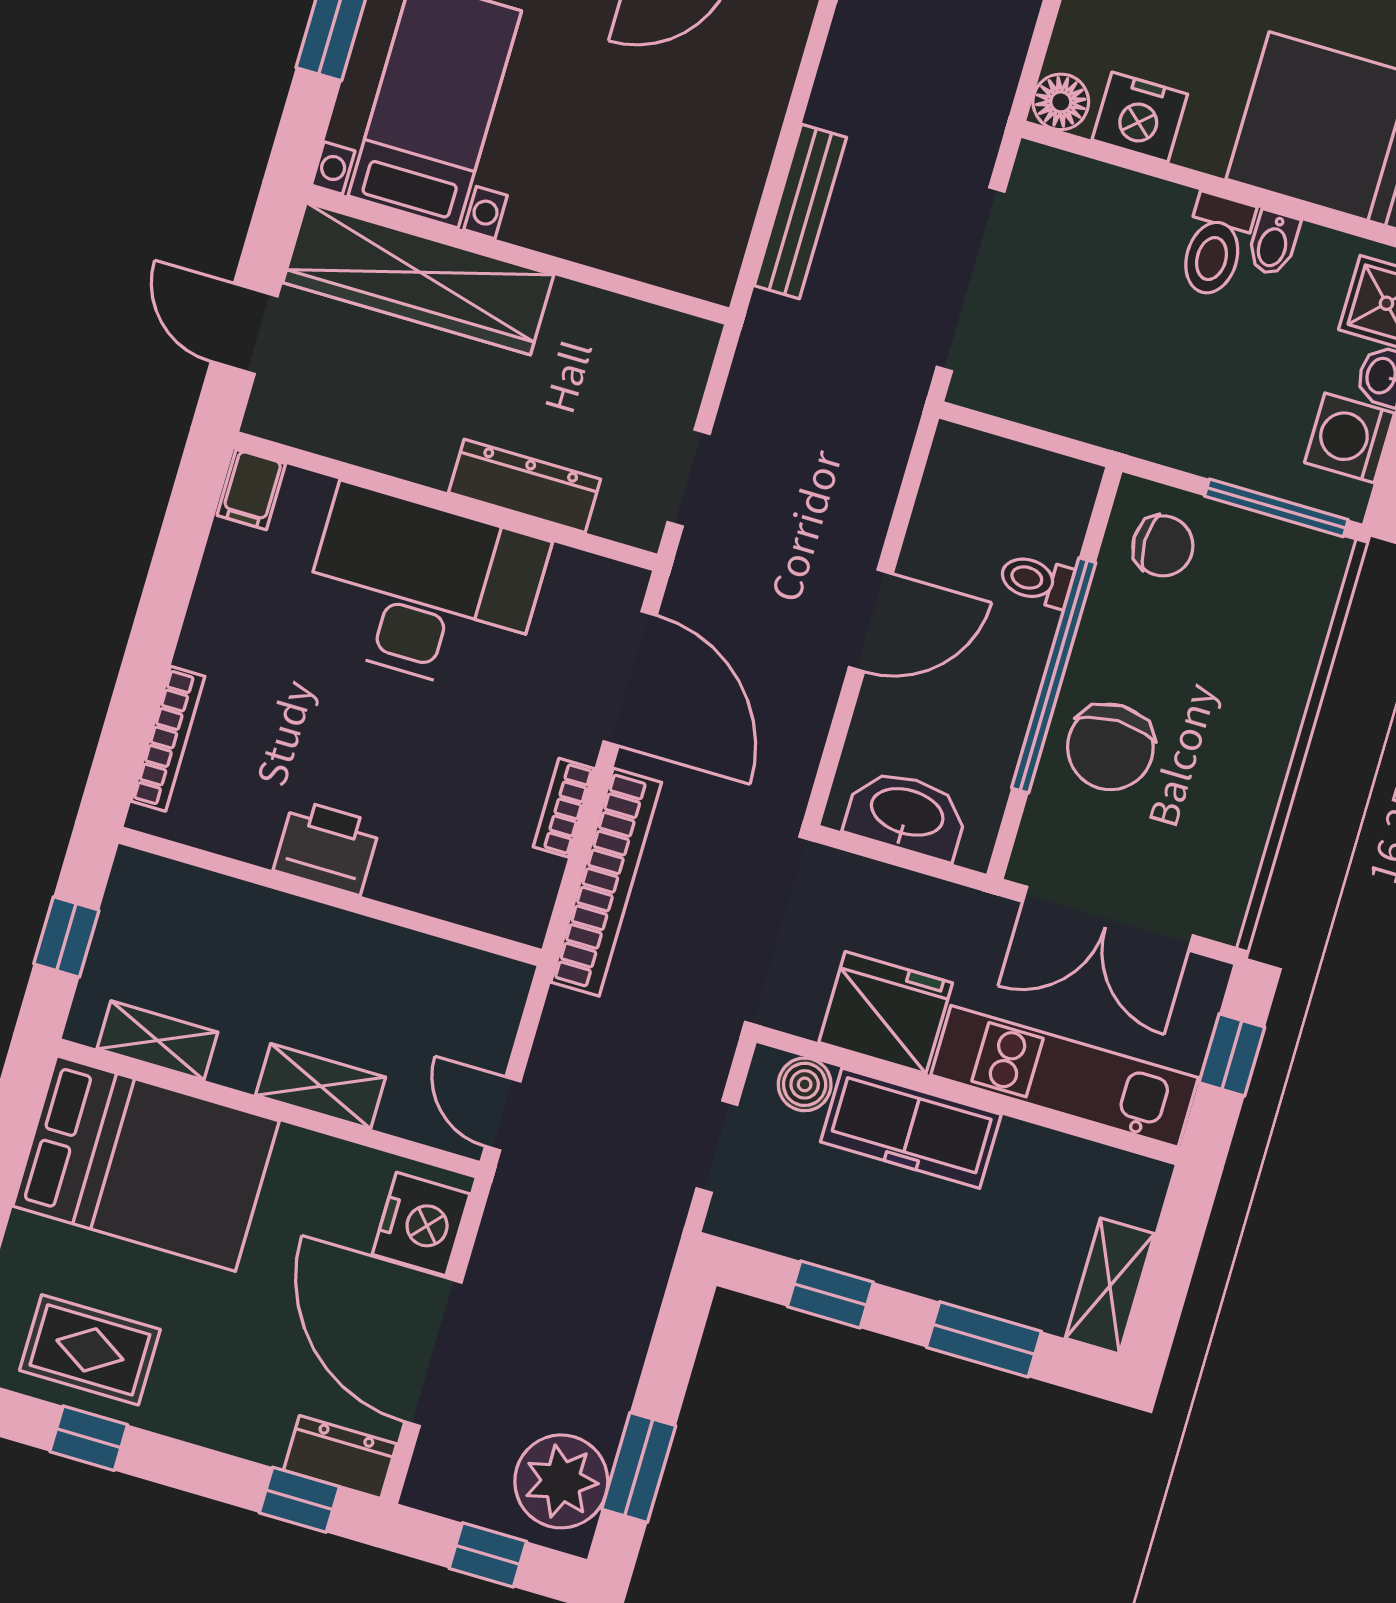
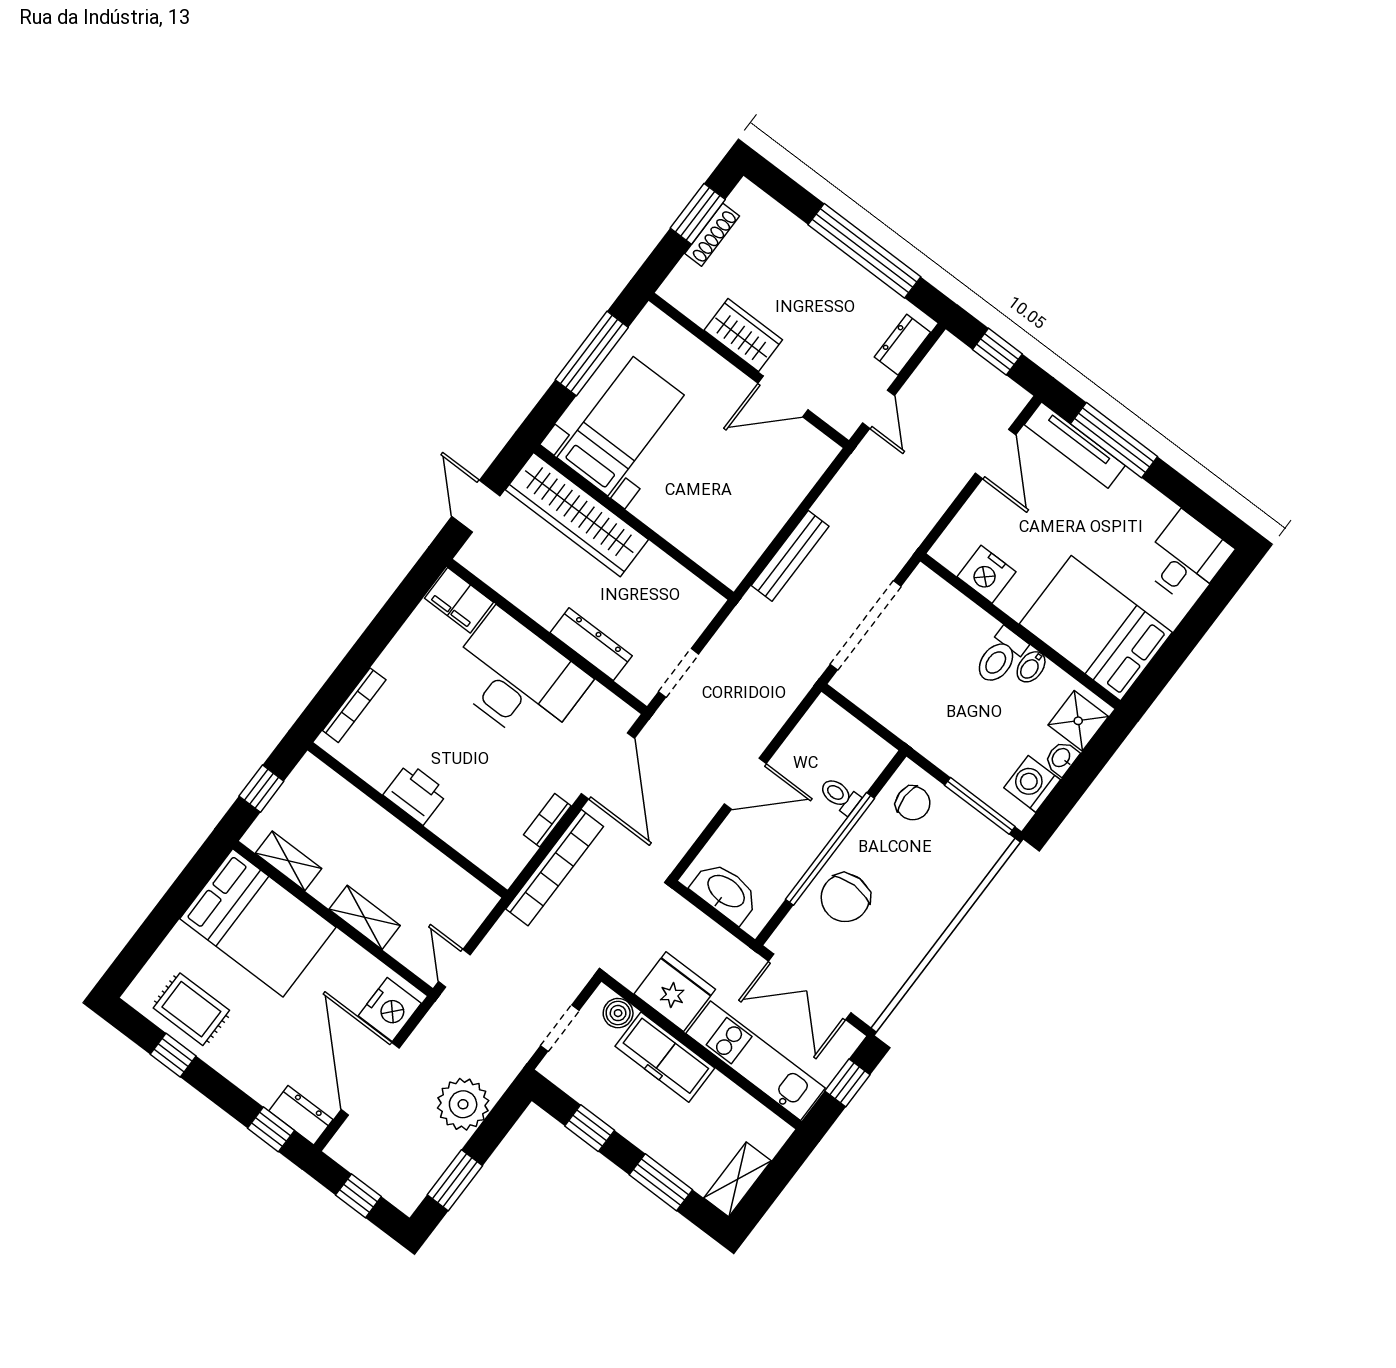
floor lamp: (1061, 102) -> (948, 550), removed
filing cabinet: (251, 490) -> (459, 600), width x2.00
plant: (561, 1481) -> (463, 1104), moved

